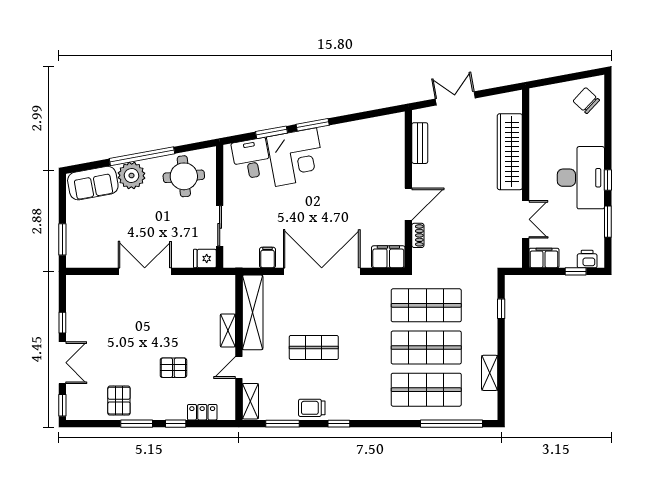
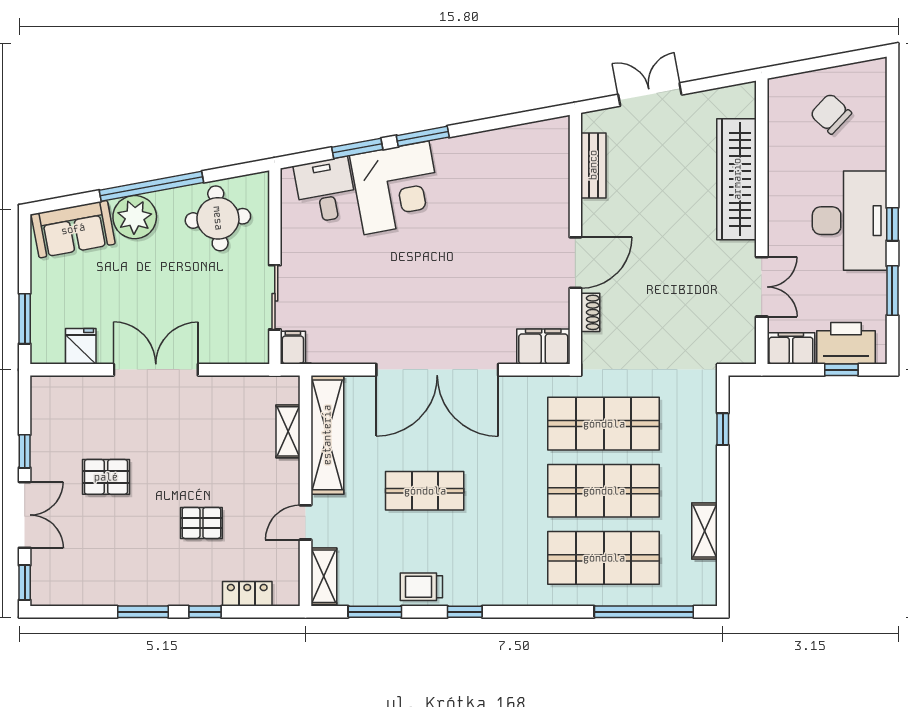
chair: (586, 101) -> (831, 114), moved
filing cabinet: (267, 258) -> (293, 348), moved
fridge: (205, 259) -> (81, 346), moved, turned 90
printer: (587, 259) -> (846, 343), width x1.87, depth x1.48
double door: (322, 271) -> (437, 370), swing flipped
shelving: (228, 331) -> (288, 431), moved
pallet: (119, 401) -> (106, 477), moved, turned 90

